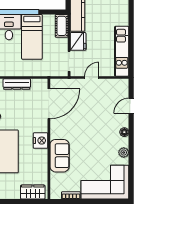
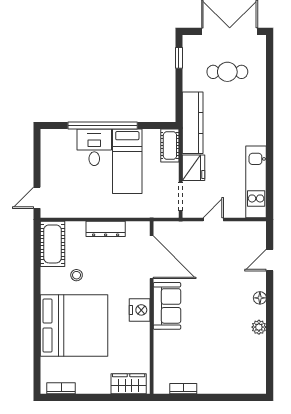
door: (49, 104) -> (152, 257), hinge flipped
sofa: (60, 156) -> (167, 306), moved
corner sofa: (105, 182) -> (232, 370), removed

